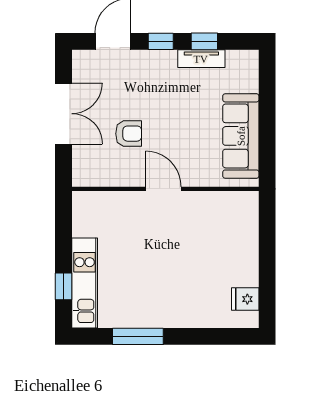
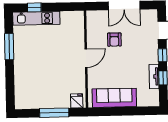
window: (267, 252) -> (54, 113), added
fridge: (245, 299) -> (77, 101), moved

